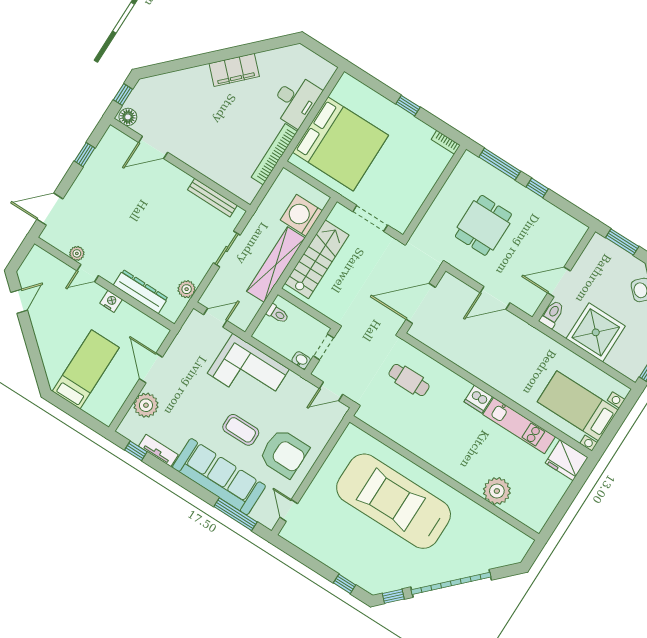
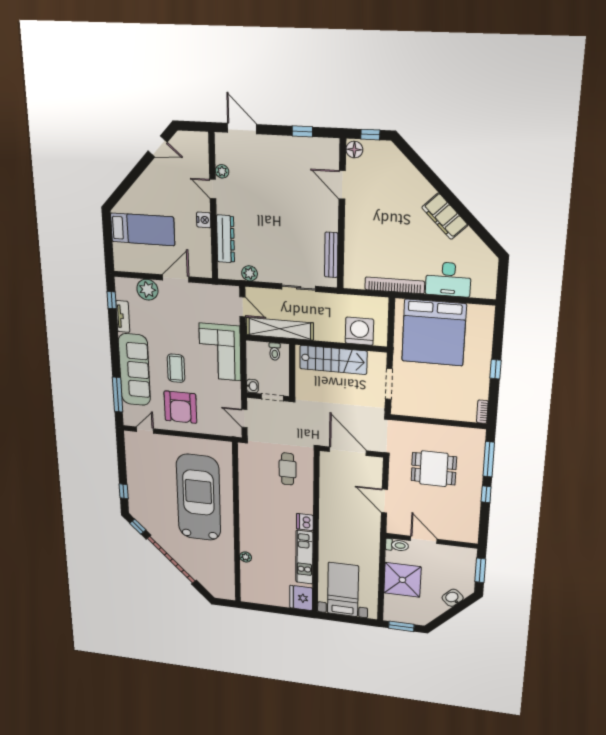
shelving: (276, 265) -> (280, 329), moved
plant: (497, 491) -> (246, 557), width x0.53, depth x0.53

